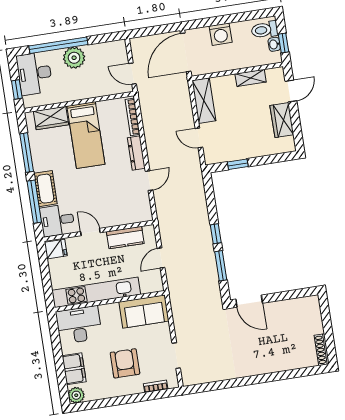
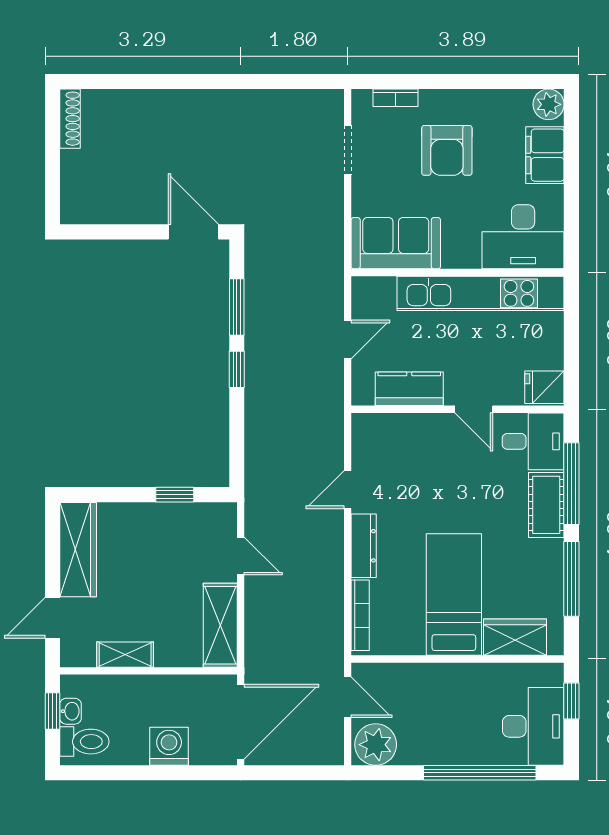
plant: (74, 58) -> (376, 745), moved
wardrobe: (282, 120) -> (78, 550), width x1.50

